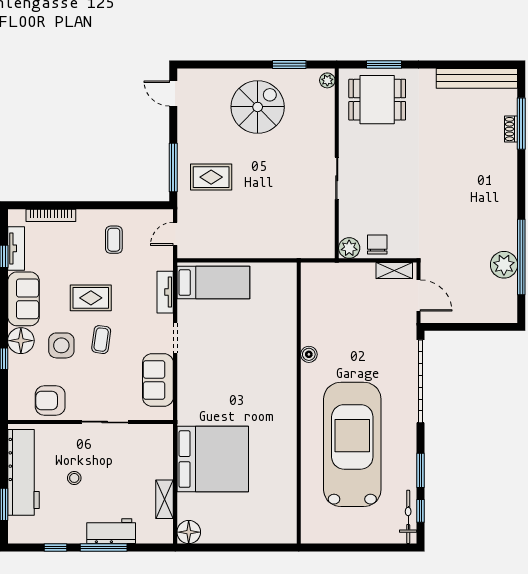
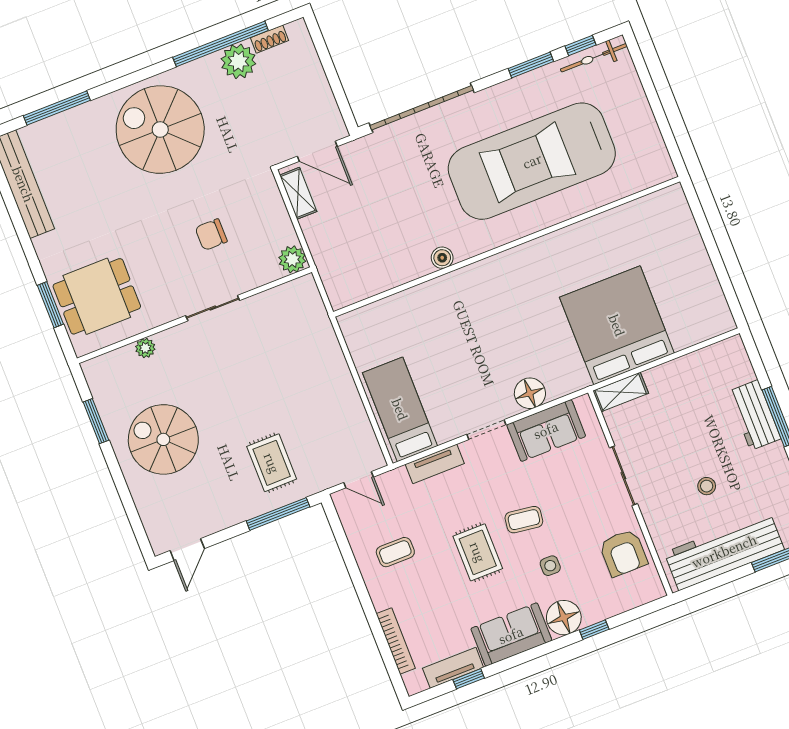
plant: (327, 80) -> (145, 348), moved
dining table: (377, 100) -> (97, 296), turned 90
shoe rack: (511, 129) -> (270, 39), moved
spiral stairs: (477, 191) -> (160, 130), added
chair: (377, 244) -> (211, 235), moved
door: (419, 296) -> (317, 151), swing flipped
side table: (61, 345) -> (550, 566), width x0.54, depth x0.54
shelving: (165, 499) -> (621, 392), moved
floor lamp: (189, 532) -> (530, 393), moved

